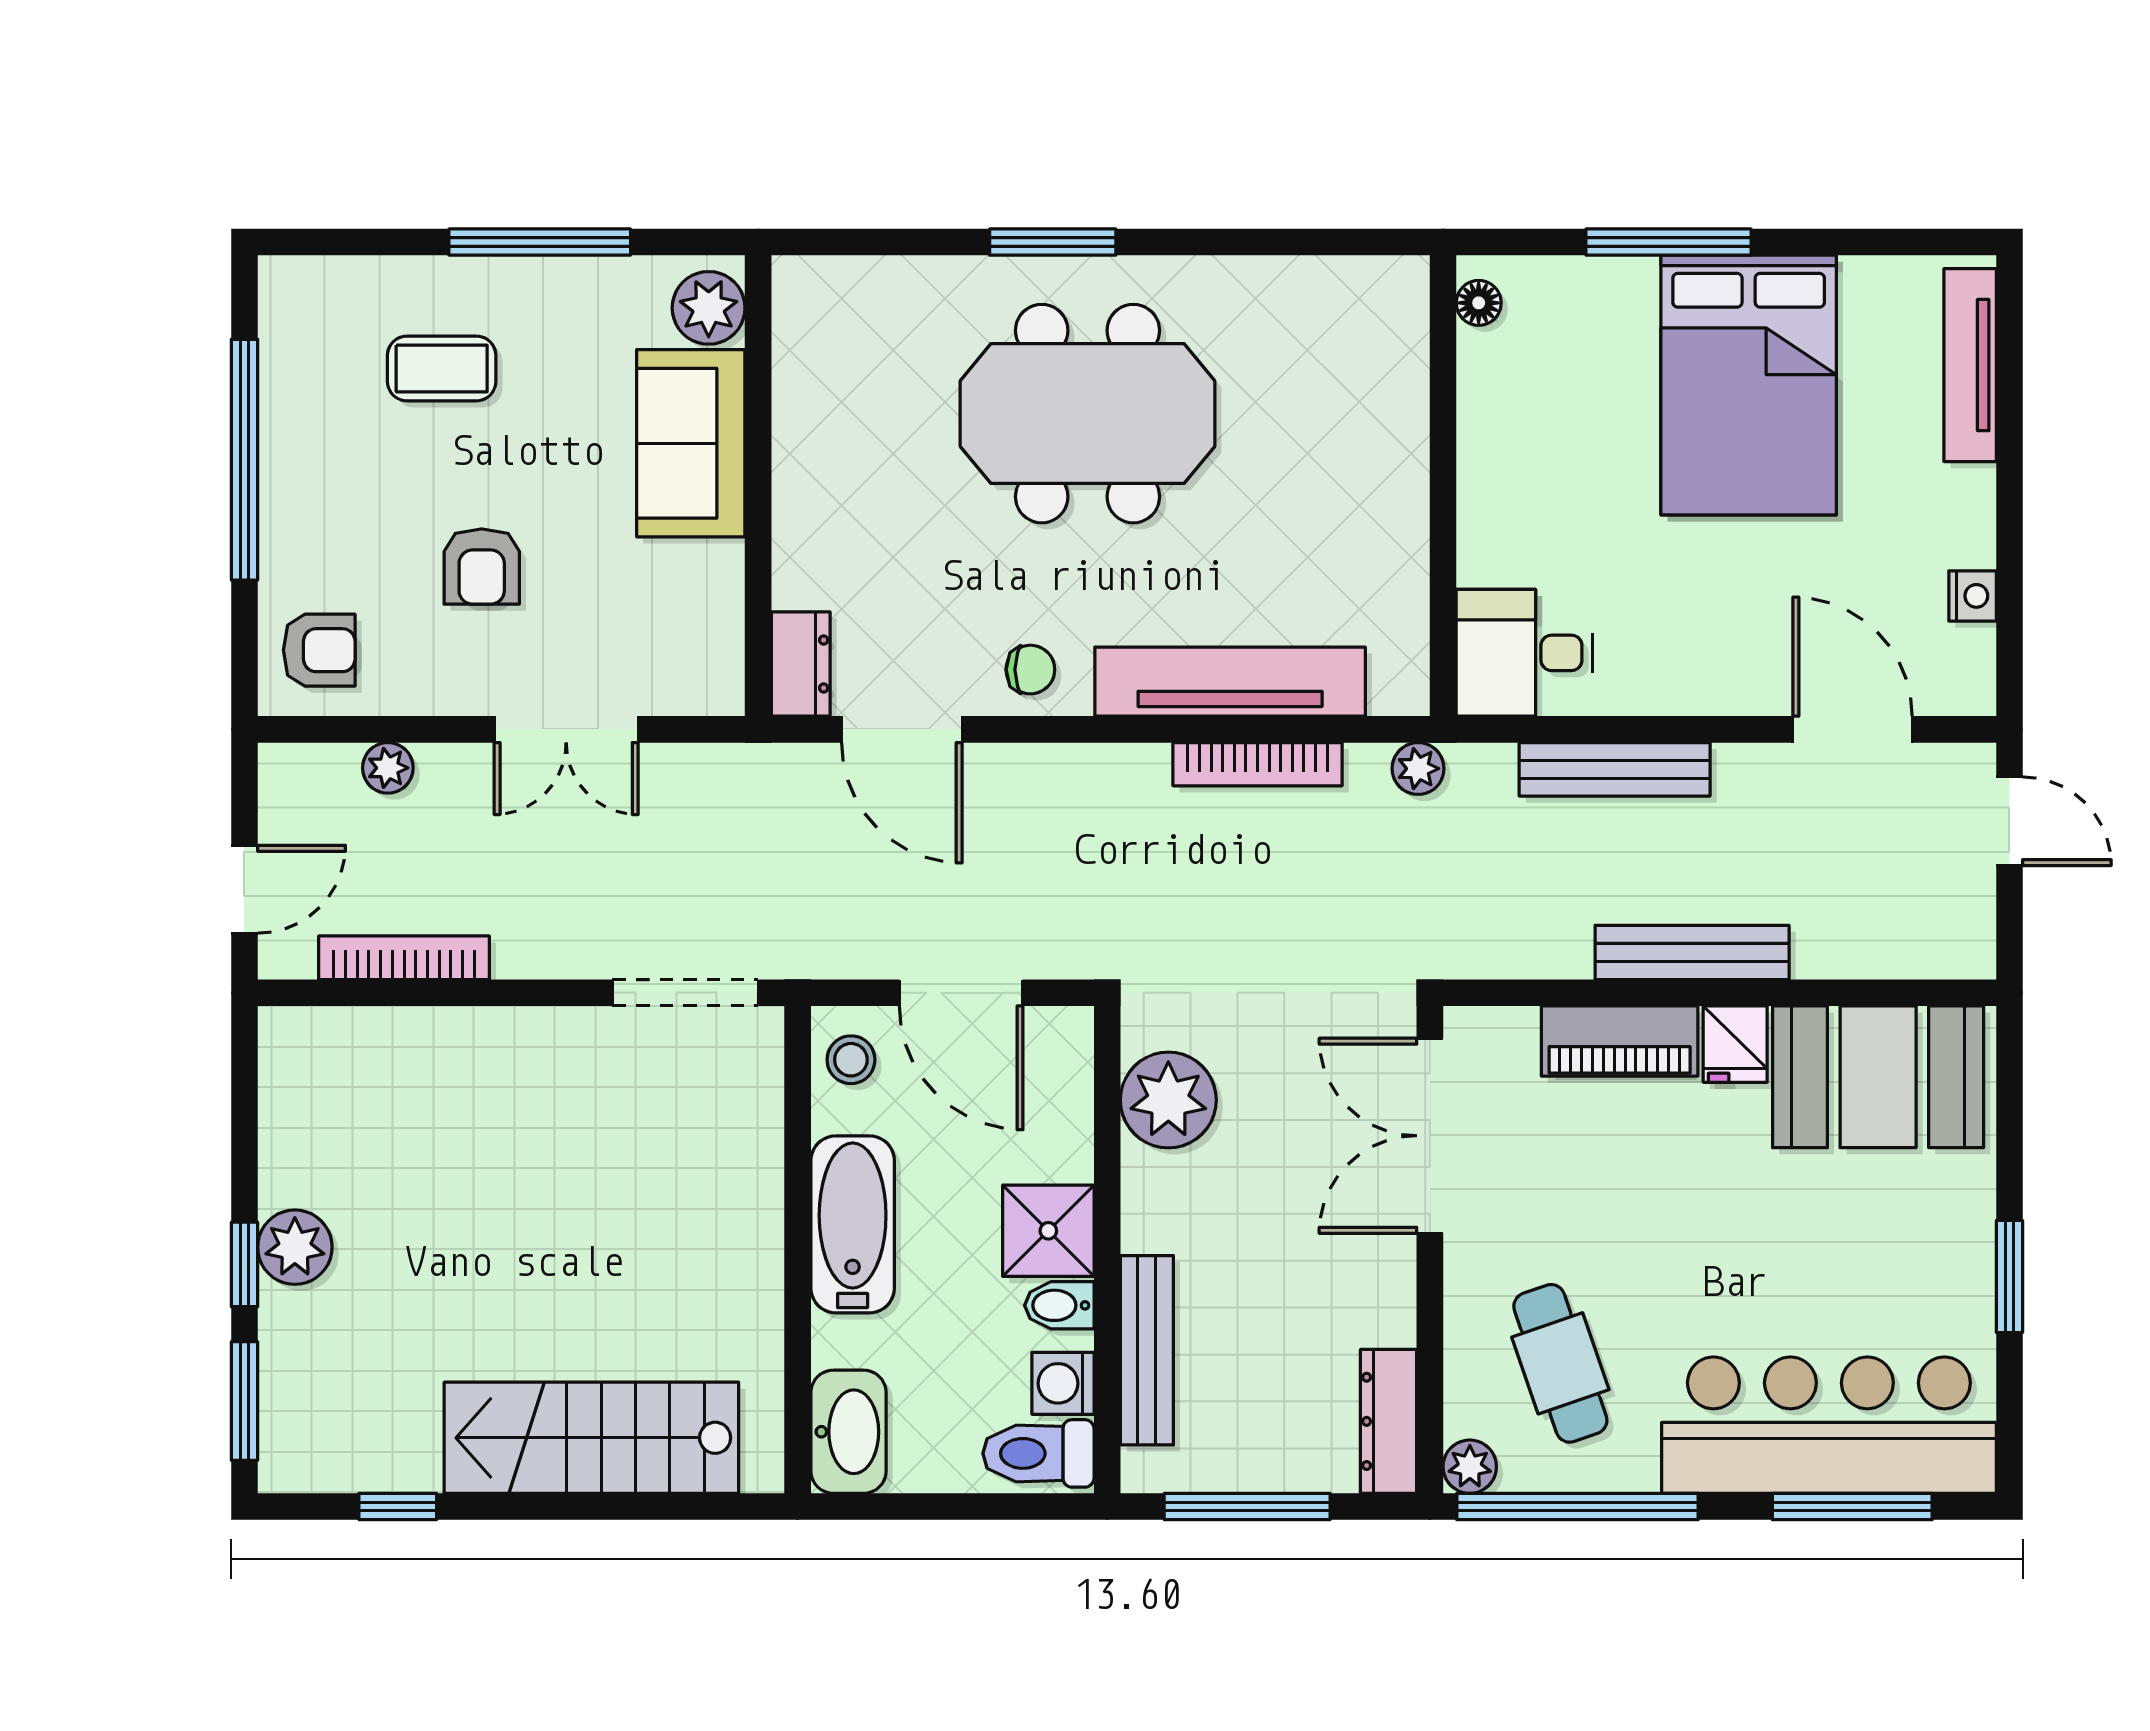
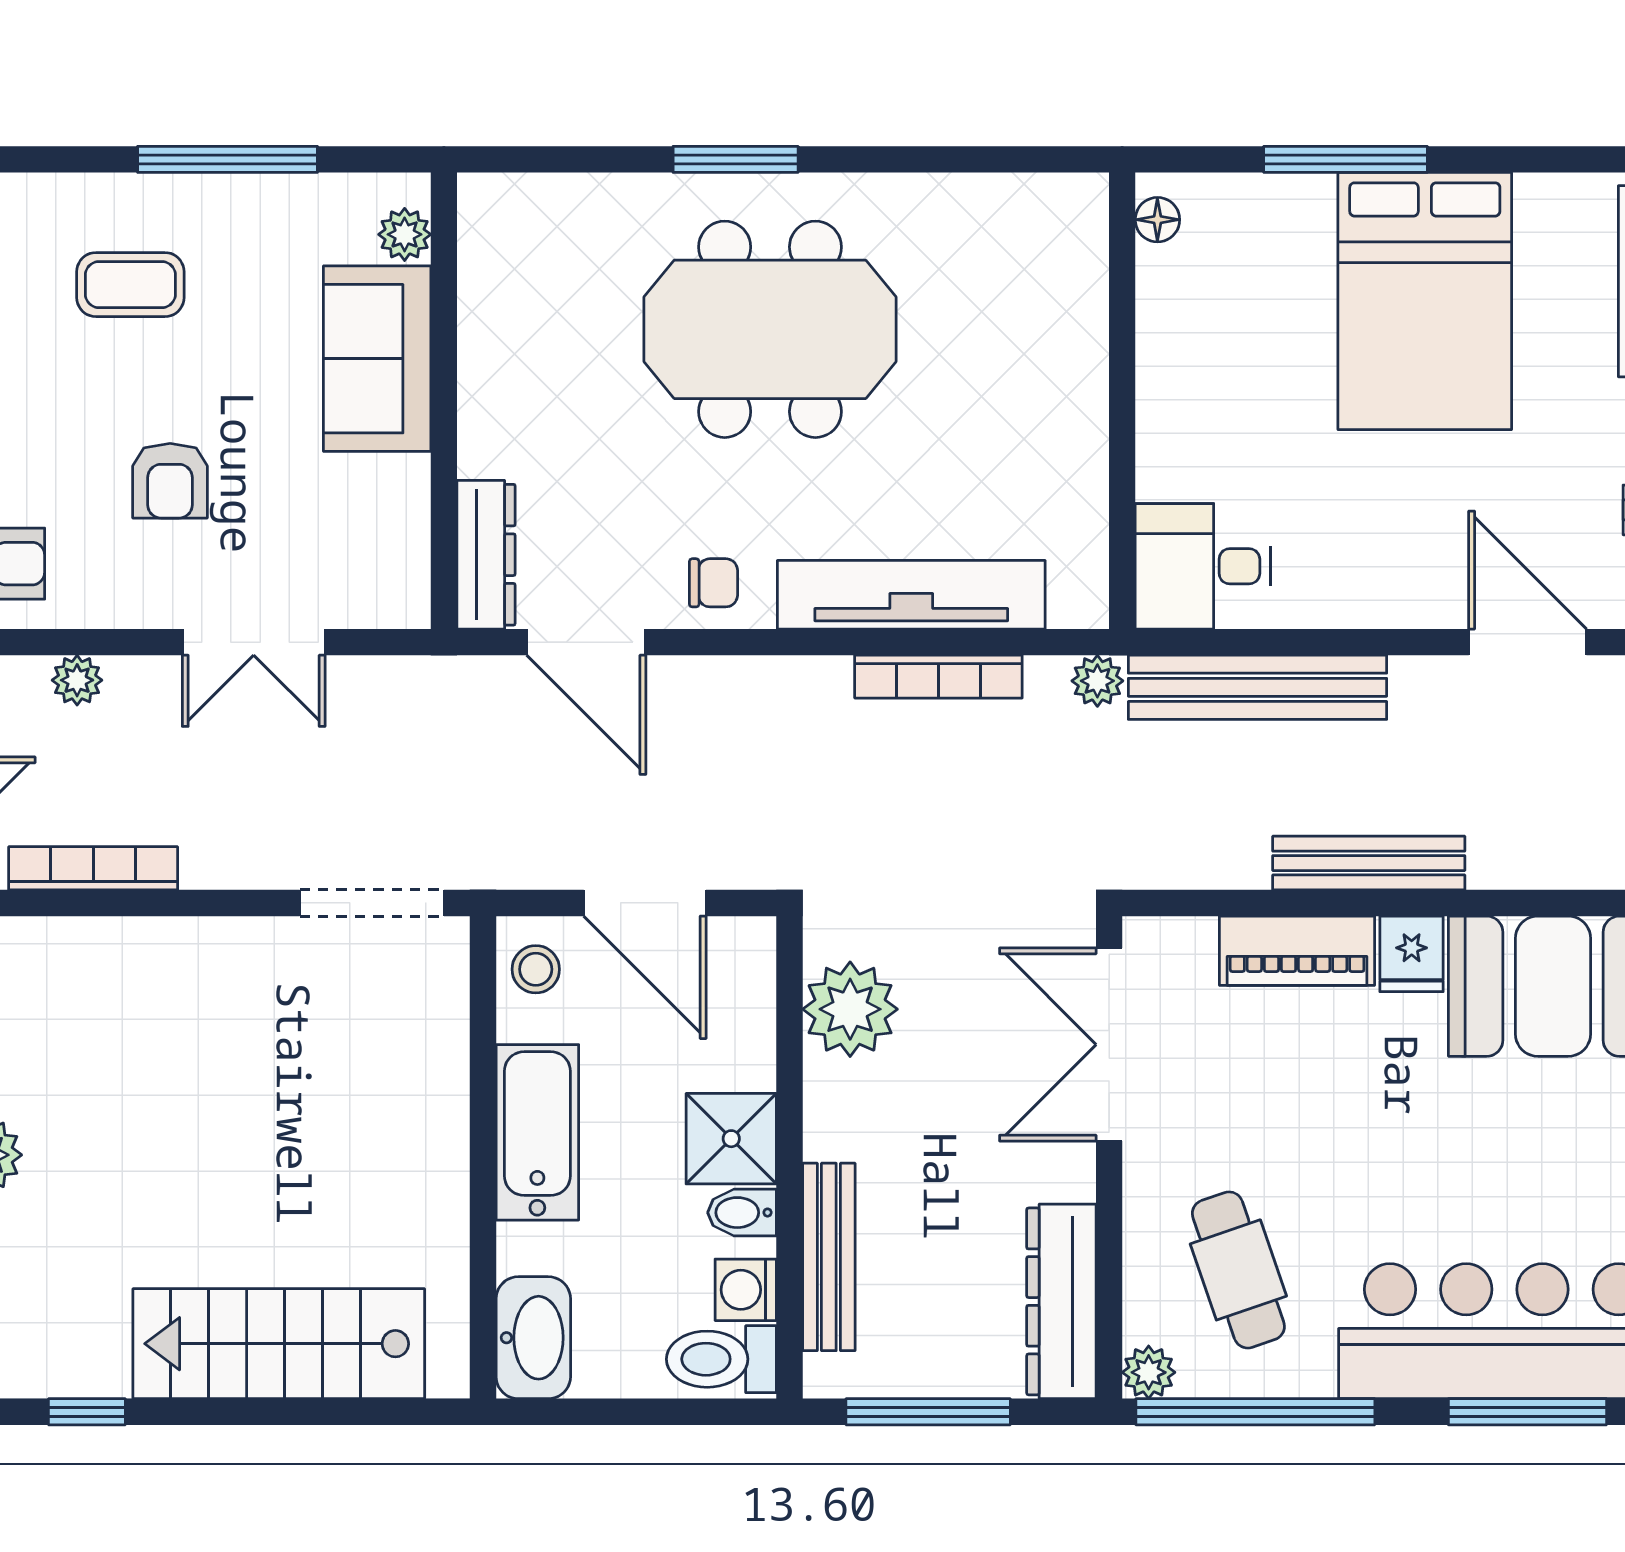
plant: (709, 308) -> (405, 234), width x0.73, depth x0.73
dresser: (801, 664) -> (486, 555), width x1.44
bench: (1615, 769) -> (1257, 687), width x1.37, depth x1.21
dresser: (1389, 1421) -> (1061, 1301), width x1.37, depth x1.24

